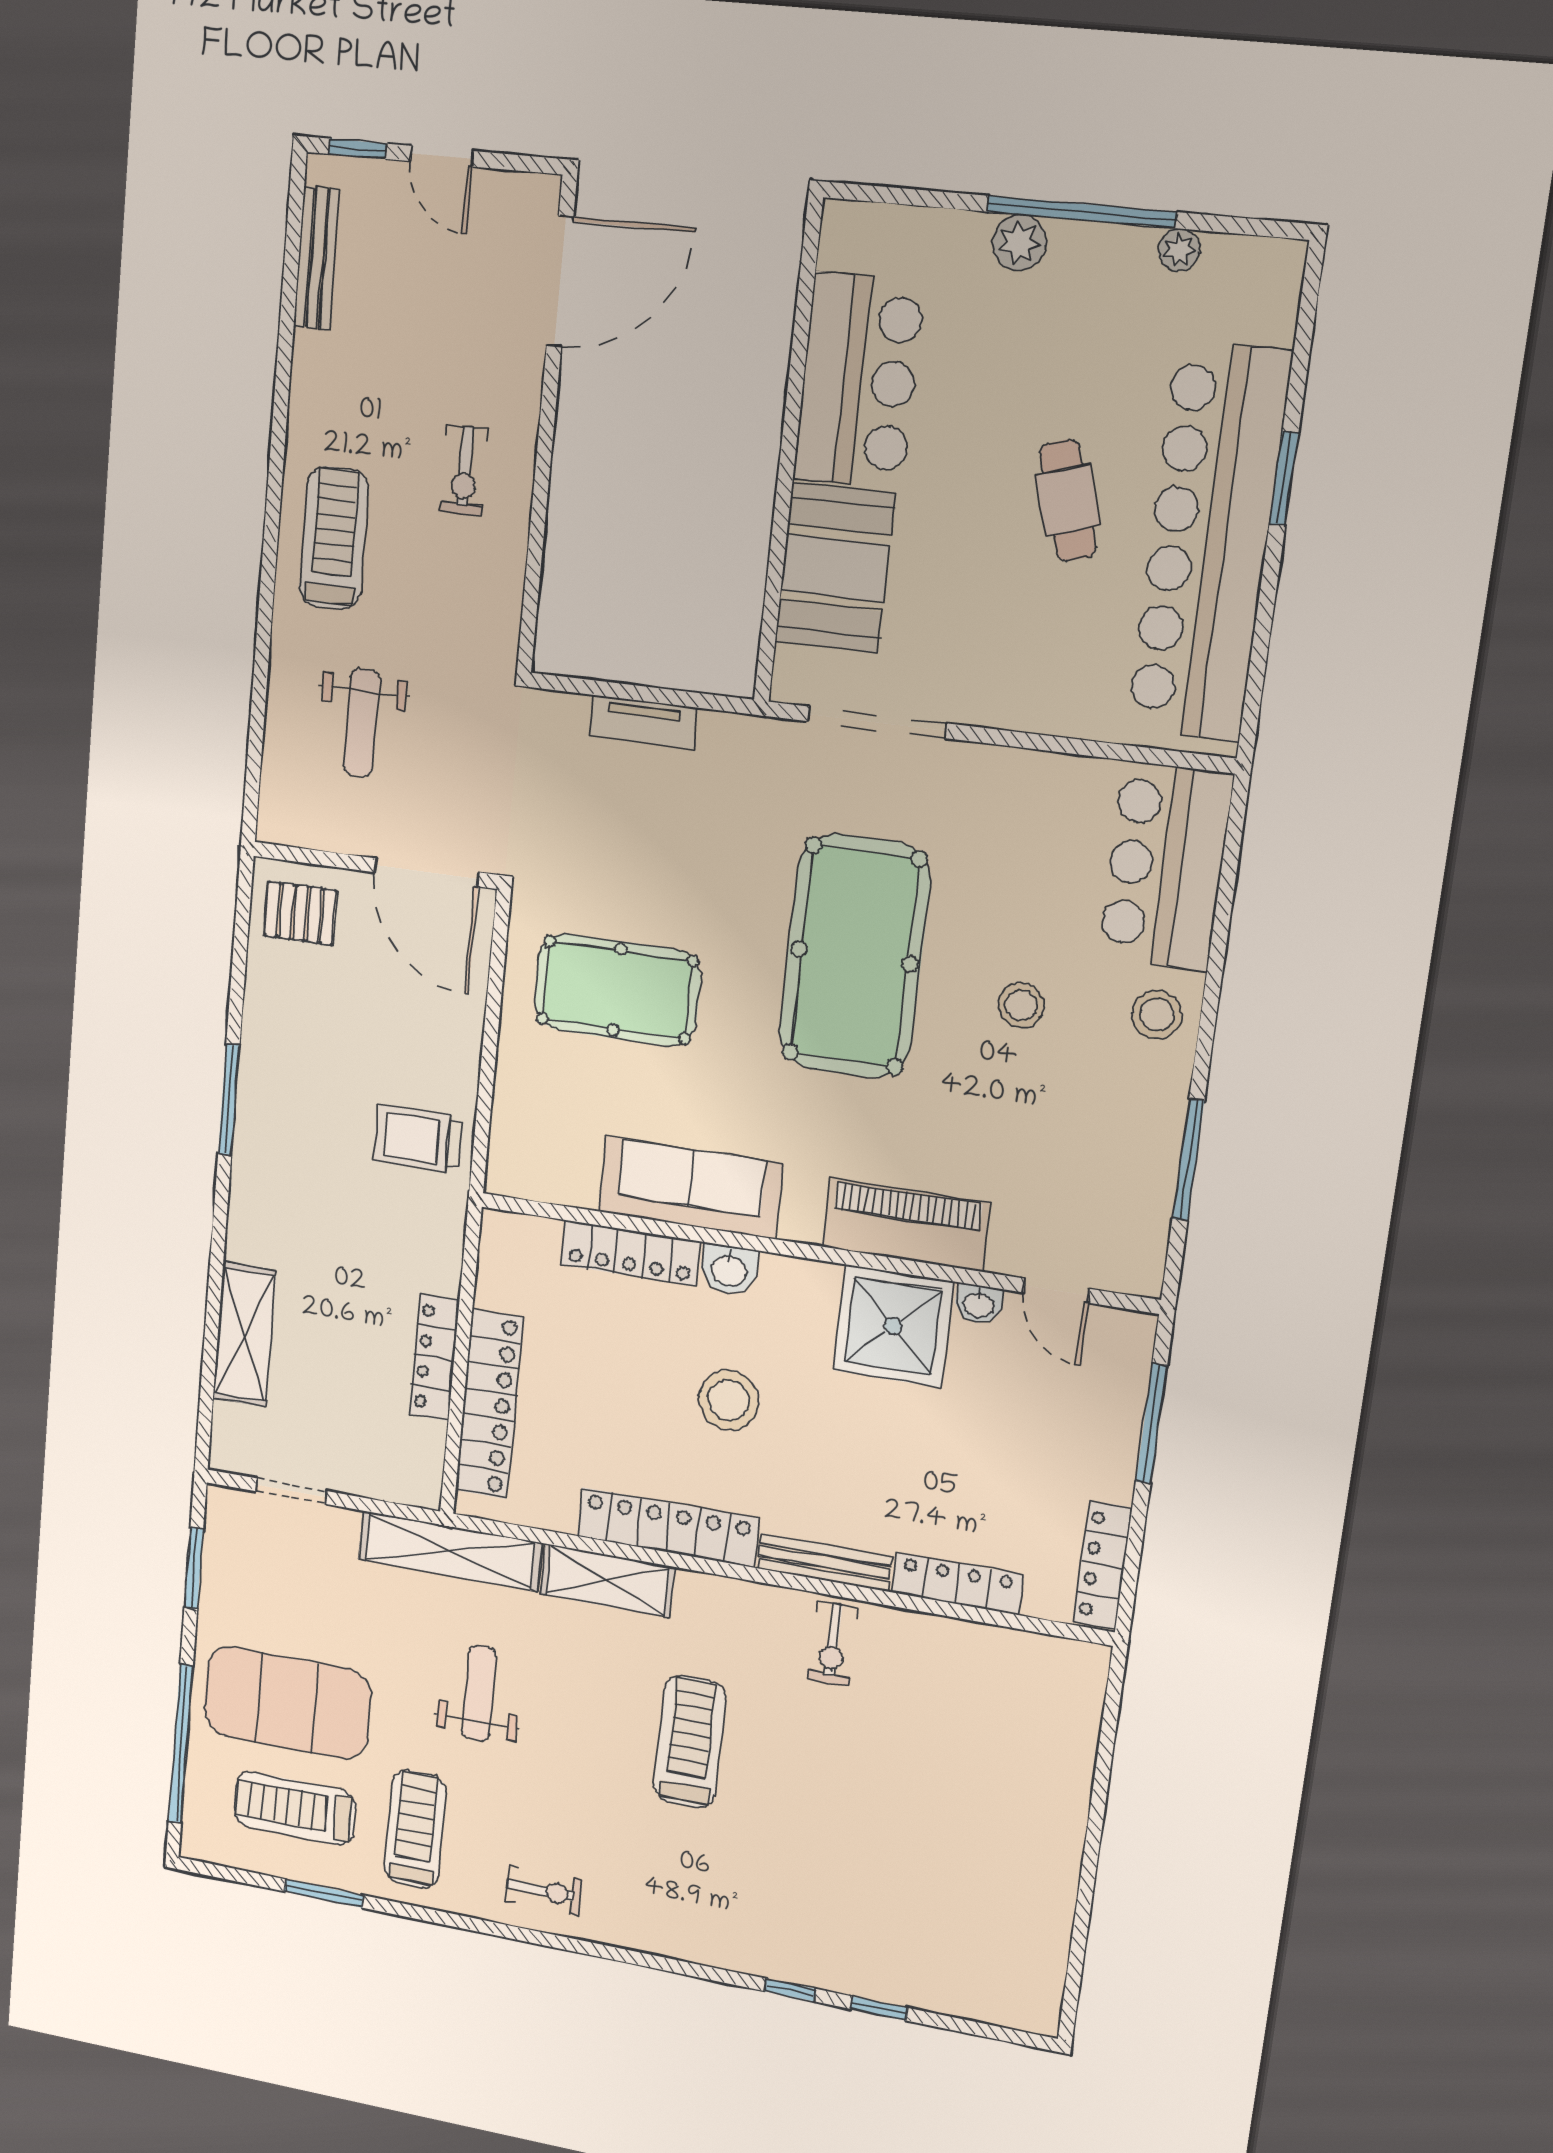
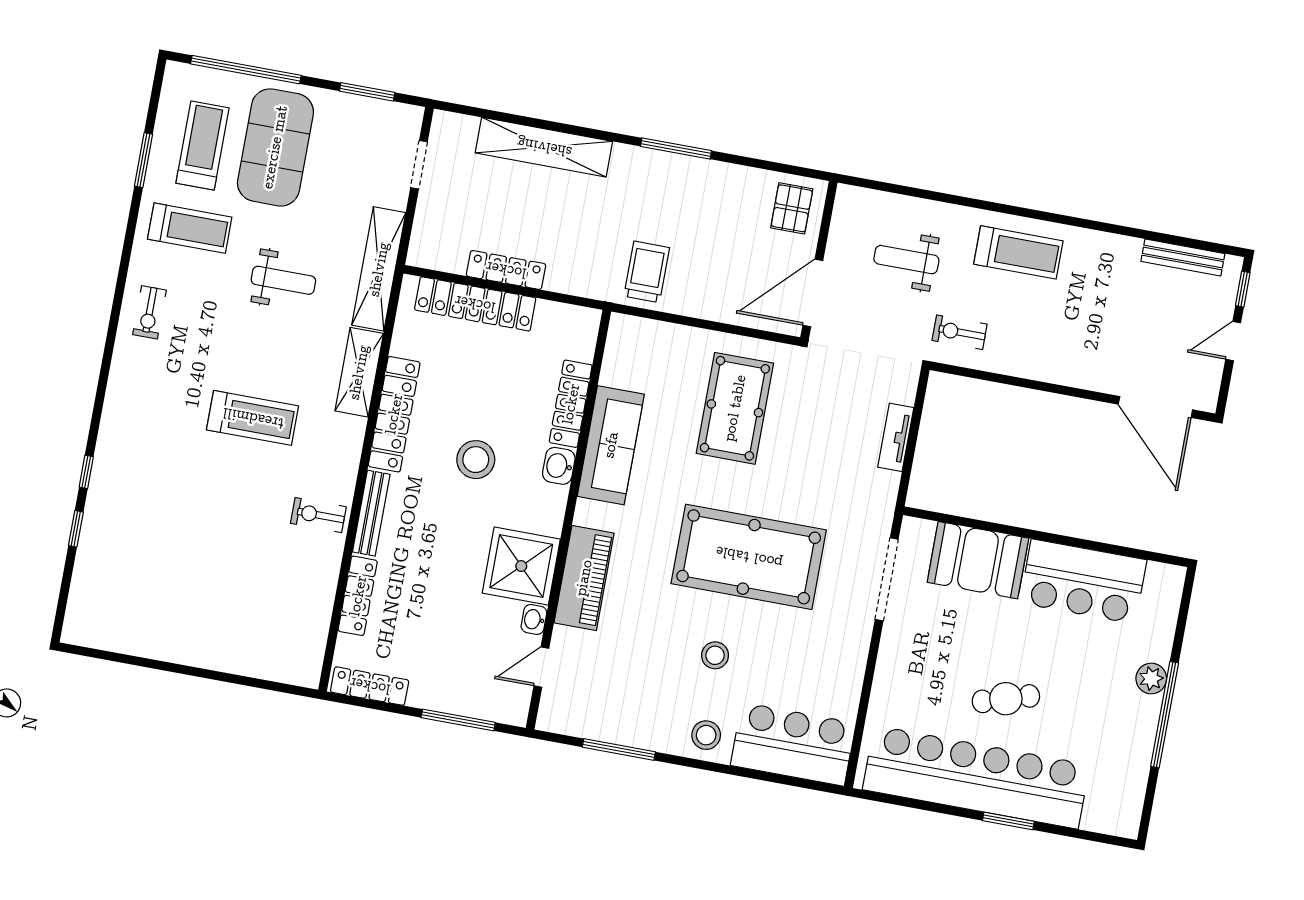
plant: (1179, 250) -> (1139, 768), removed
exercise bike: (465, 470) -> (960, 332), moved
shelving: (244, 1335) -> (544, 147), width x1.47

